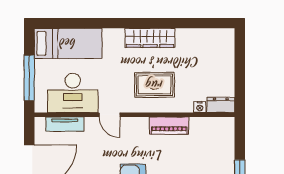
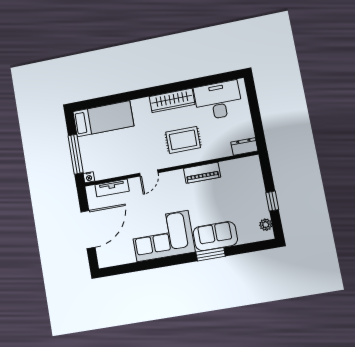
desk: (73, 93) -> (218, 100), moved, turned 180
nightstand: (200, 107) -> (89, 177), moved
door: (109, 115) -> (149, 173), hinge flipped

